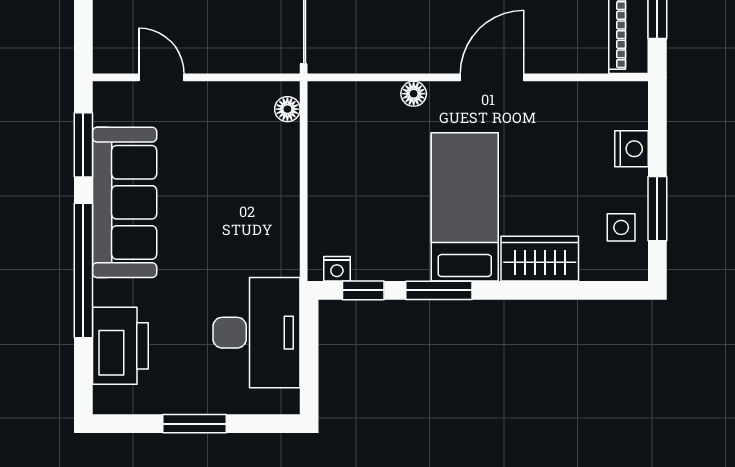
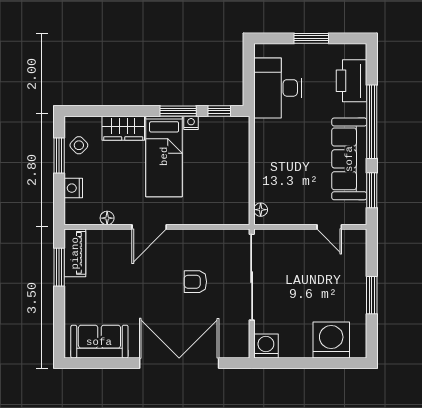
floor lamp: (414, 94) -> (107, 218), moved
side table: (621, 227) -> (79, 145), turned 45
nightstand: (337, 269) -> (191, 123), moved

